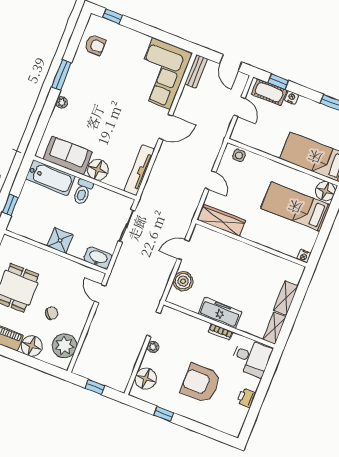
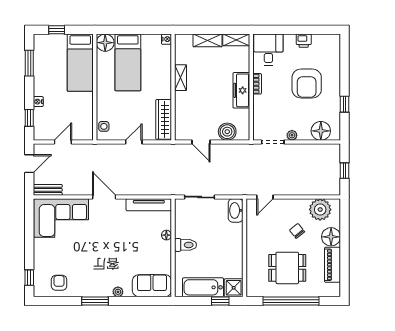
cot: (269, 92) -> (41, 122), removed
sofa: (68, 155) -> (152, 286), moved, turned 90
floor lamp: (98, 170) -> (166, 235), width x0.53, depth x0.53
bathtub: (50, 178) -> (203, 287), moved, turned -90
shower: (60, 241) -> (234, 288), moved
shelving: (258, 255) -> (181, 78), added

